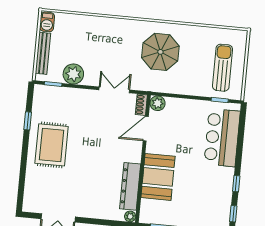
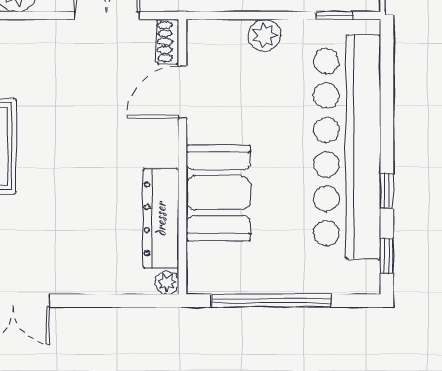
plant: (158, 103) -> (265, 35), moved
bar counter: (222, 138) -> (347, 147), width x1.86

